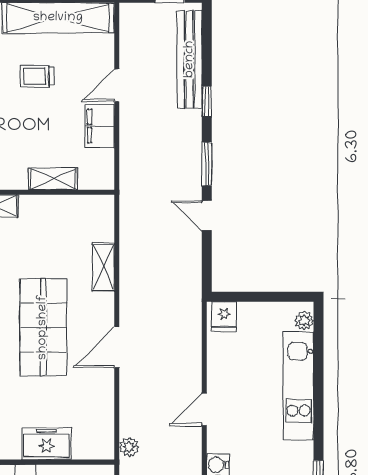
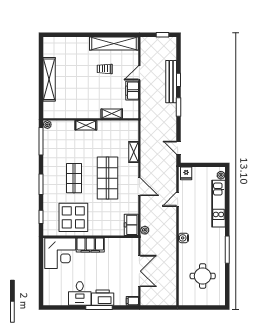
bench: (190, 59) -> (171, 82), moved
door: (207, 216) -> (179, 148), moved
door: (117, 347) -> (139, 187), swing flipped
door: (204, 409) -> (178, 199), moved
freezer: (47, 444) -> (131, 225), moved, turned -90

